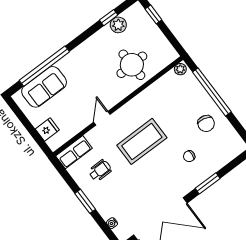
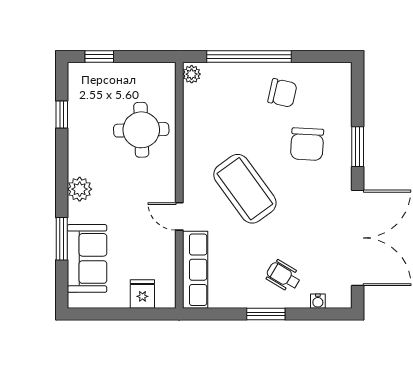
plant: (118, 25) -> (80, 189), moved
window: (44, 66) -> (62, 239), width x0.47
coffee table: (142, 141) -> (245, 189), turned -36
row of seats: (74, 152) -> (195, 270), width x1.48
chair: (189, 156) -> (307, 144), width x1.87, depth x1.87
wheelchair: (100, 171) -> (283, 276), moved, turned -59

